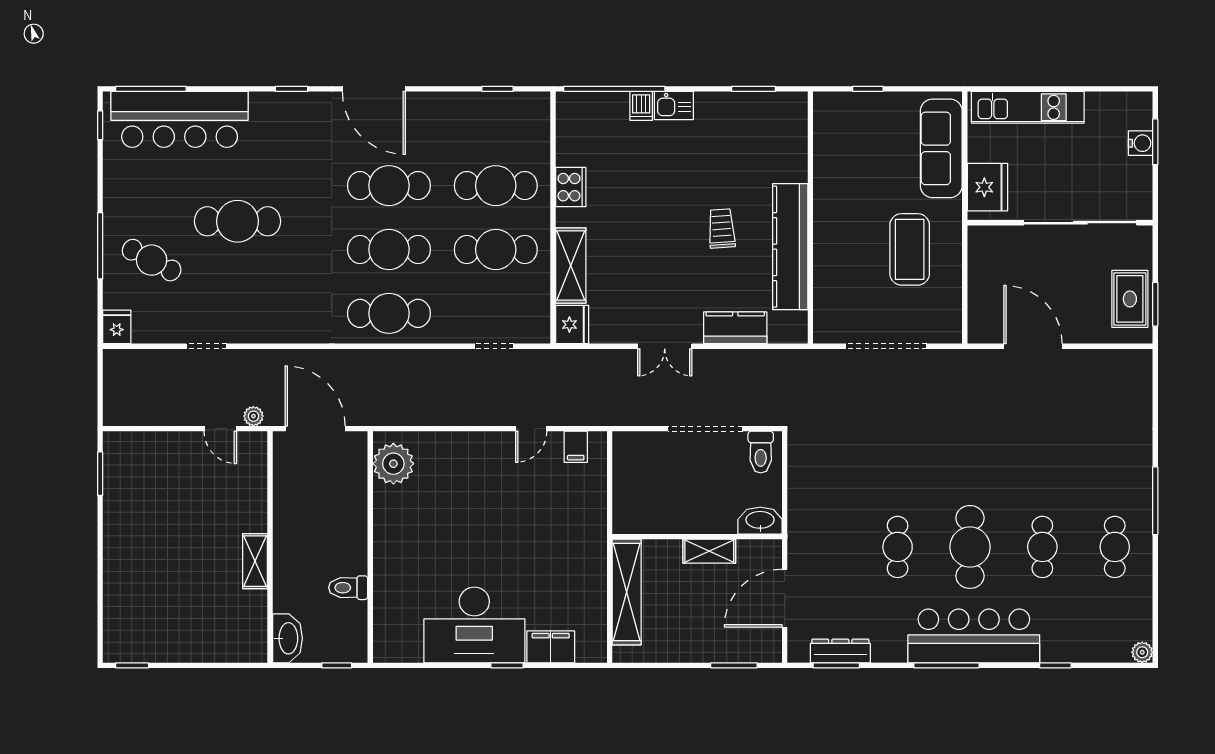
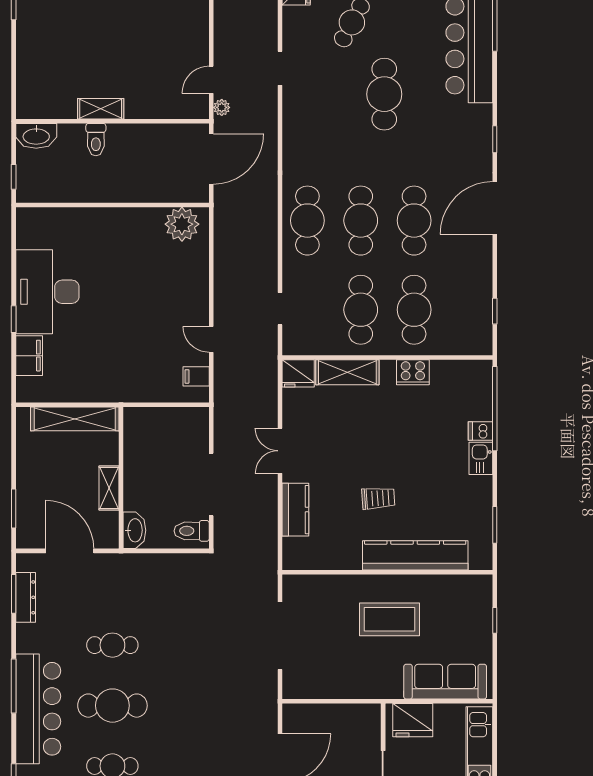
kitchen counter: (790, 247) -> (415, 555), moved
coffee table: (910, 249) -> (390, 619), moved
toilet: (348, 588) -> (96, 140), moved, turned 180

